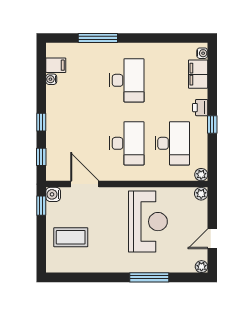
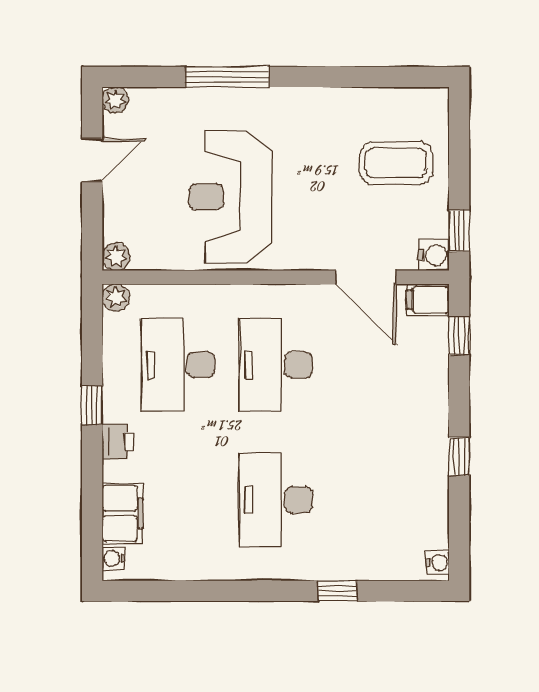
window: (98, 38) -> (338, 591), width x0.46
filing cabinet: (56, 65) -> (428, 300), moved
water cooler: (51, 79) -> (438, 563), moved
window: (41, 122) -> (459, 457), moved

